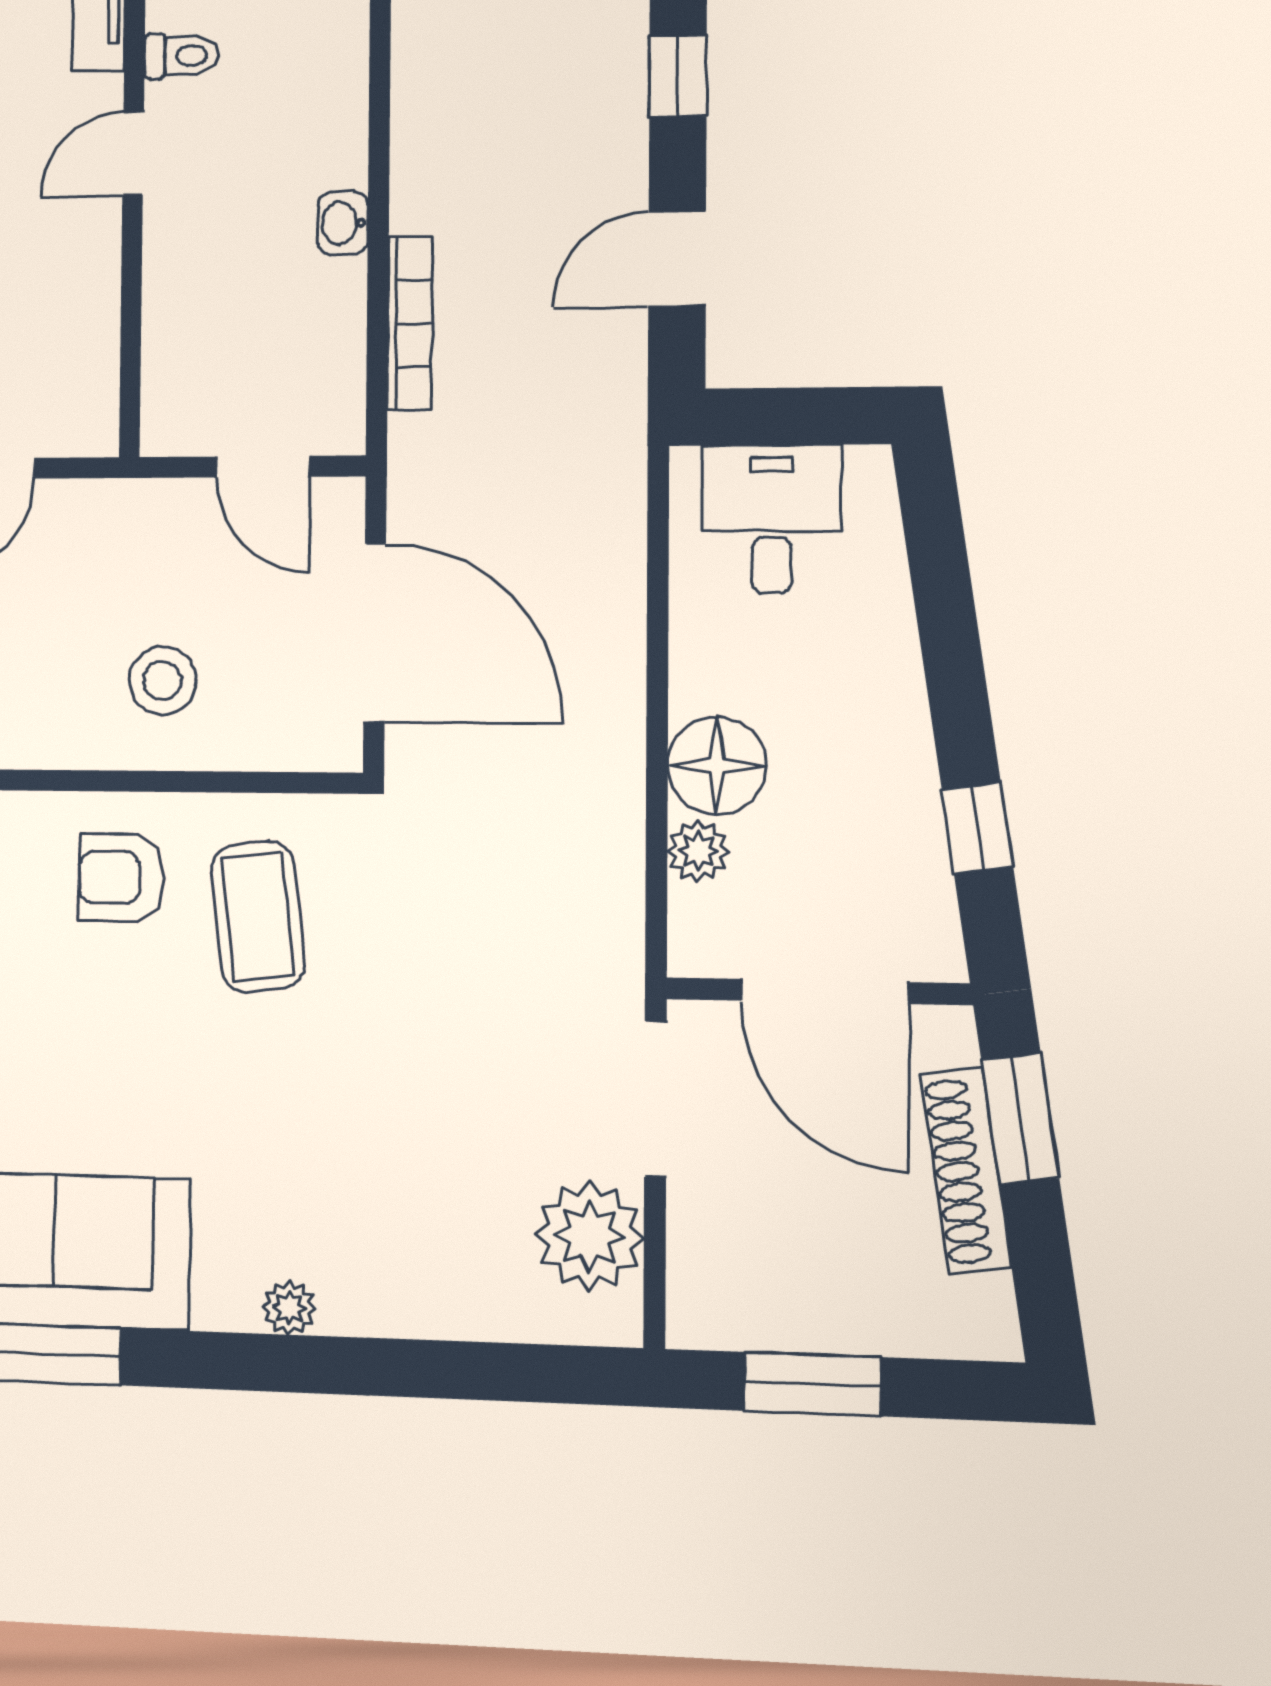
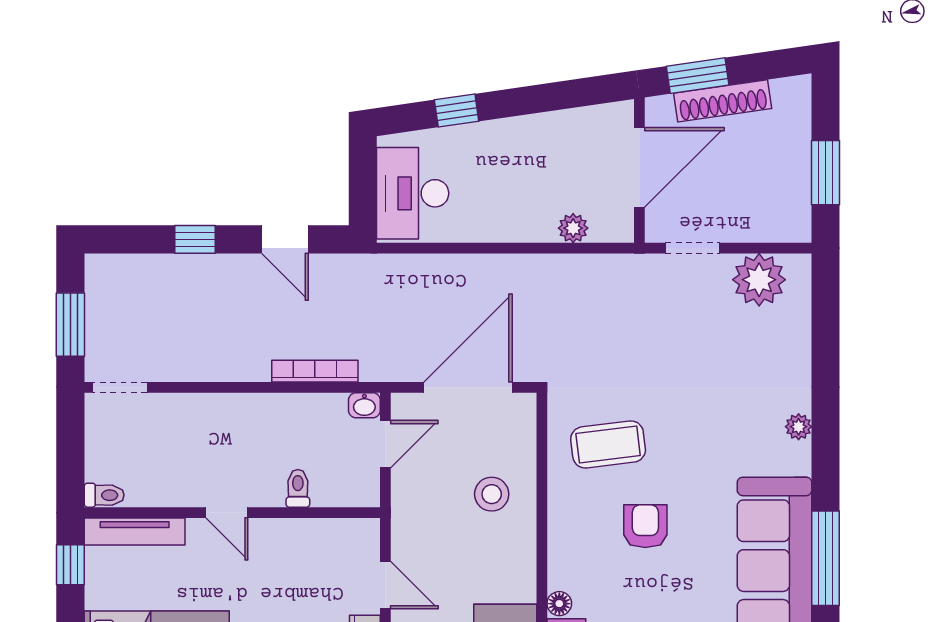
toilet: (181, 56) -> (298, 488), moved
washbasin: (343, 223) -> (364, 405), moved
desk: (772, 519) -> (413, 193), width x1.37
floor lamp: (717, 766) -> (532, 219), removed
window: (977, 828) -> (457, 111), moved
armchair: (121, 877) -> (645, 526), moved, turned 180
doorway: (655, 1099) -> (693, 248), width x0.73

